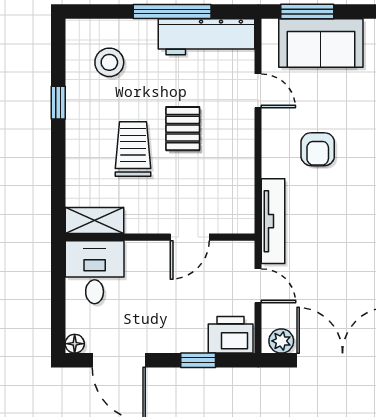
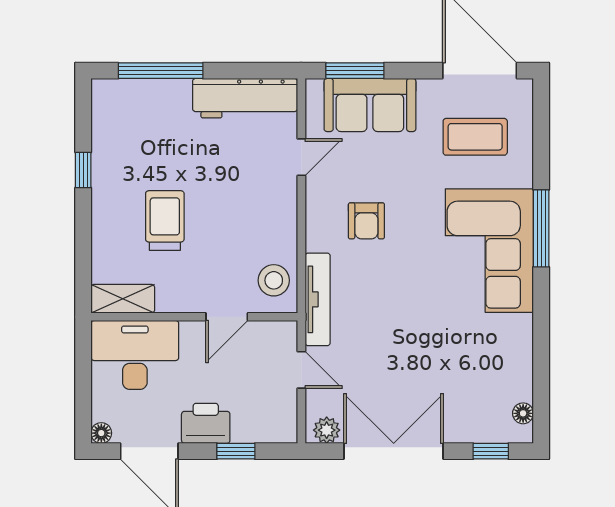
window: (172, 12) -> (161, 71), moved
stool: (109, 62) -> (274, 280), moved
door: (258, 91) -> (301, 157), hinge flipped
pallet: (183, 129) -> (219, 198), removed
desk: (95, 272) -> (135, 355), width x1.37
printer: (231, 335) -> (206, 423), moved

